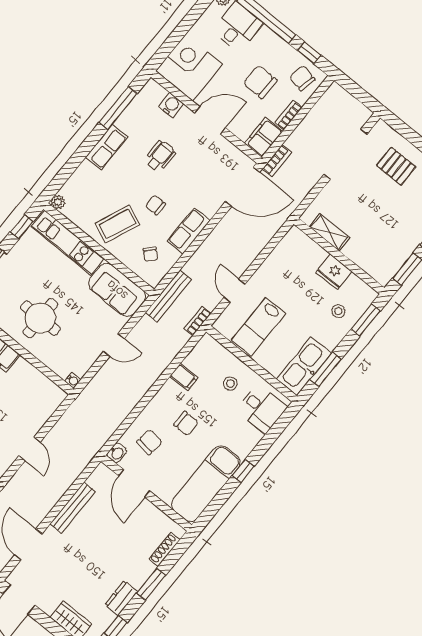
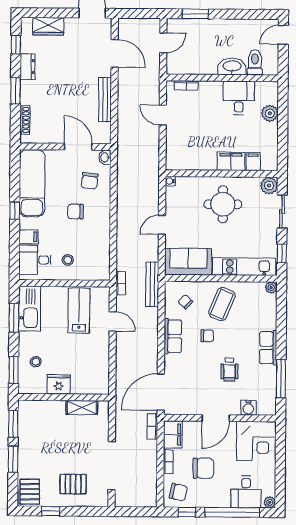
filing cabinet: (184, 377) -> (29, 237), moved, turned 180

